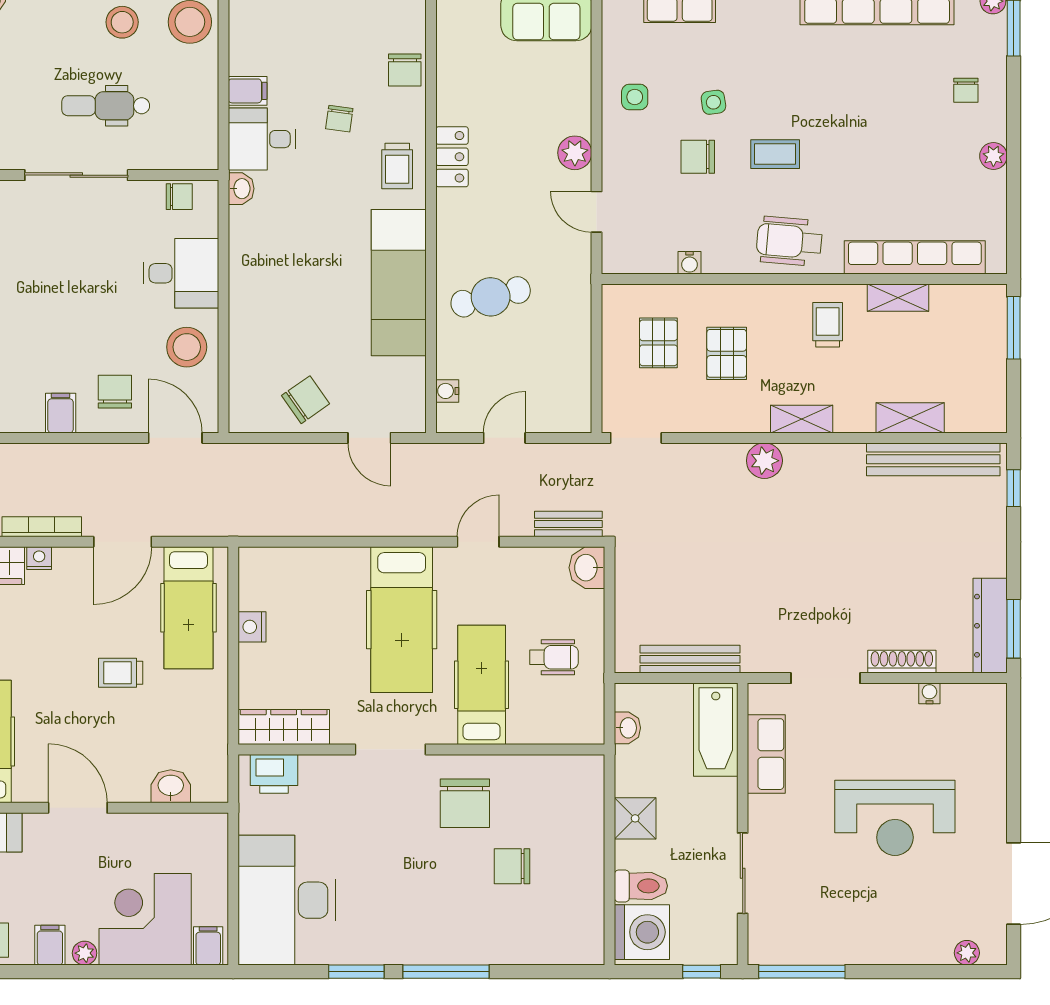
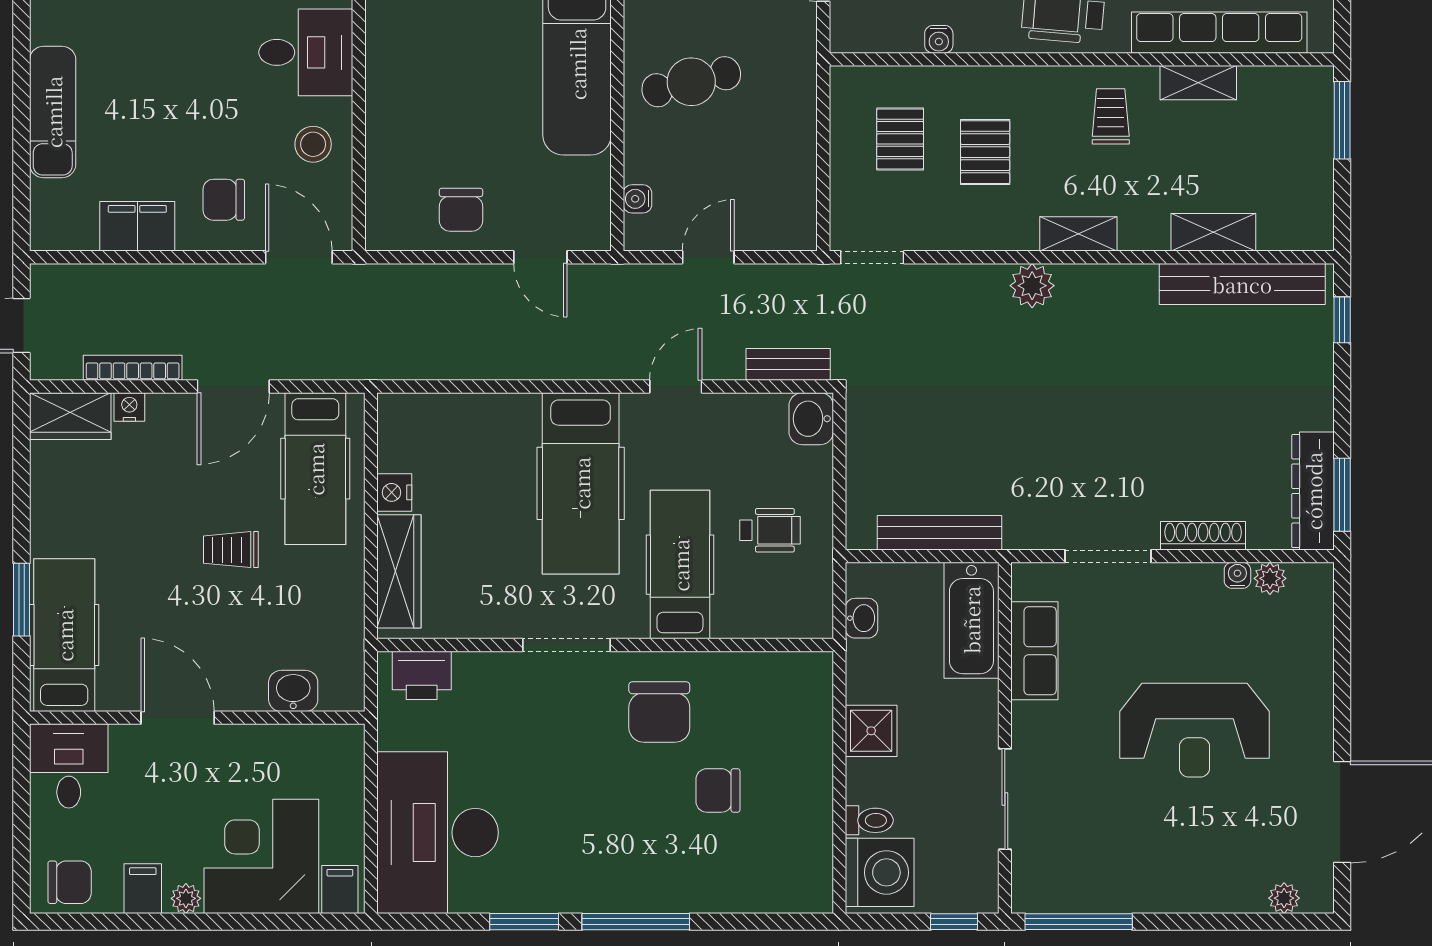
stool: (187, 347) -> (313, 144), width x0.73, depth x0.73
chair: (115, 392) -> (224, 200), turned -90
chair: (306, 400) -> (461, 210), turned 125
filing cabinet: (61, 413) -> (137, 226), width x2.00
plant: (956, 696) -> (1270, 578), added
wardrobe: (284, 727) -> (399, 571), moved, turned 90
toilet: (641, 886) -> (869, 820), width x0.73, depth x0.72

